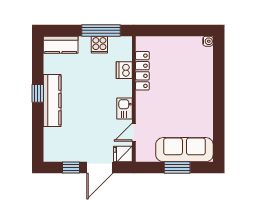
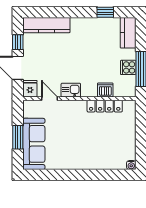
window: (38, 93) -> (105, 12), moved
kitchen counter: (52, 100) -> (46, 25), moved

